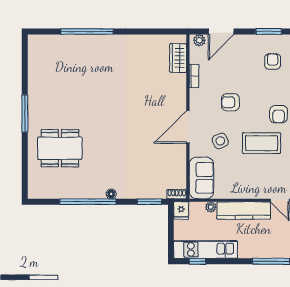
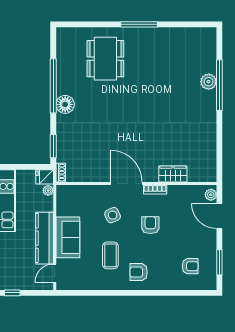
plant: (84, 43) -> (209, 82), added
wardrobe: (178, 58) -> (173, 174), moved
bookcase: (194, 76) -> (155, 190), moved
coffee table: (262, 143) -> (110, 255), width x0.73, depth x0.76
sofa: (201, 178) -> (68, 237), moved, turned -90
floor lamp: (111, 194) -> (65, 104), width x1.89, depth x1.89
plant: (211, 207) -> (48, 190), moved

